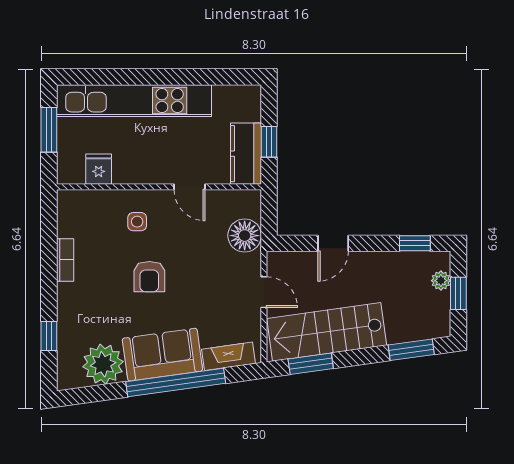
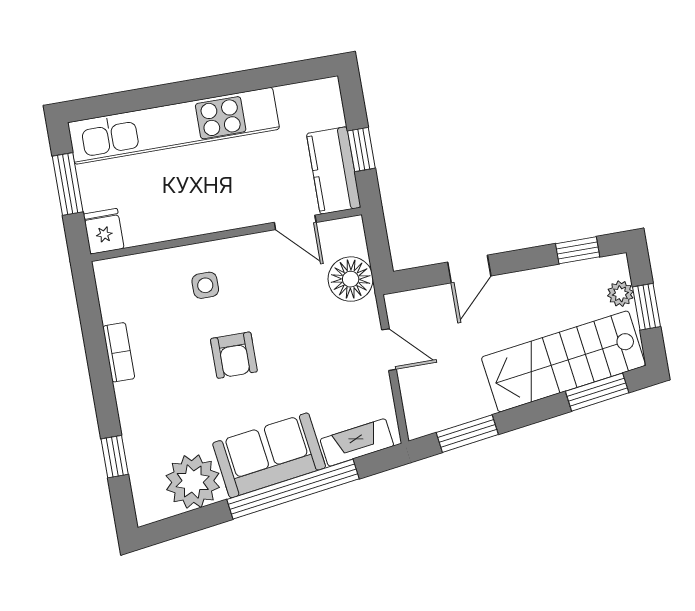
fridge: (99, 169) -> (104, 231), moved
door: (190, 187) -> (295, 222), moved
stairs: (327, 332) -> (563, 361), moved

